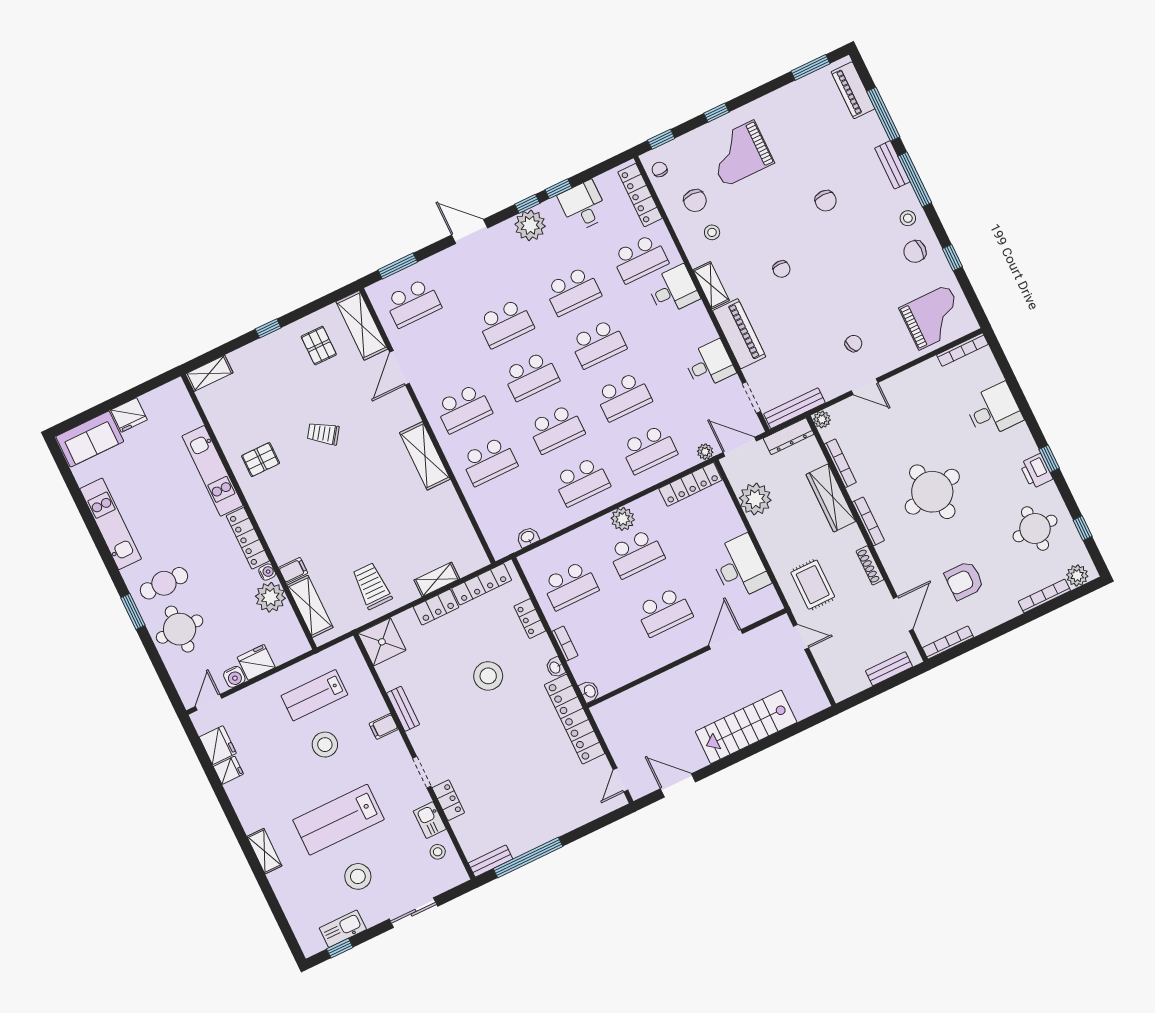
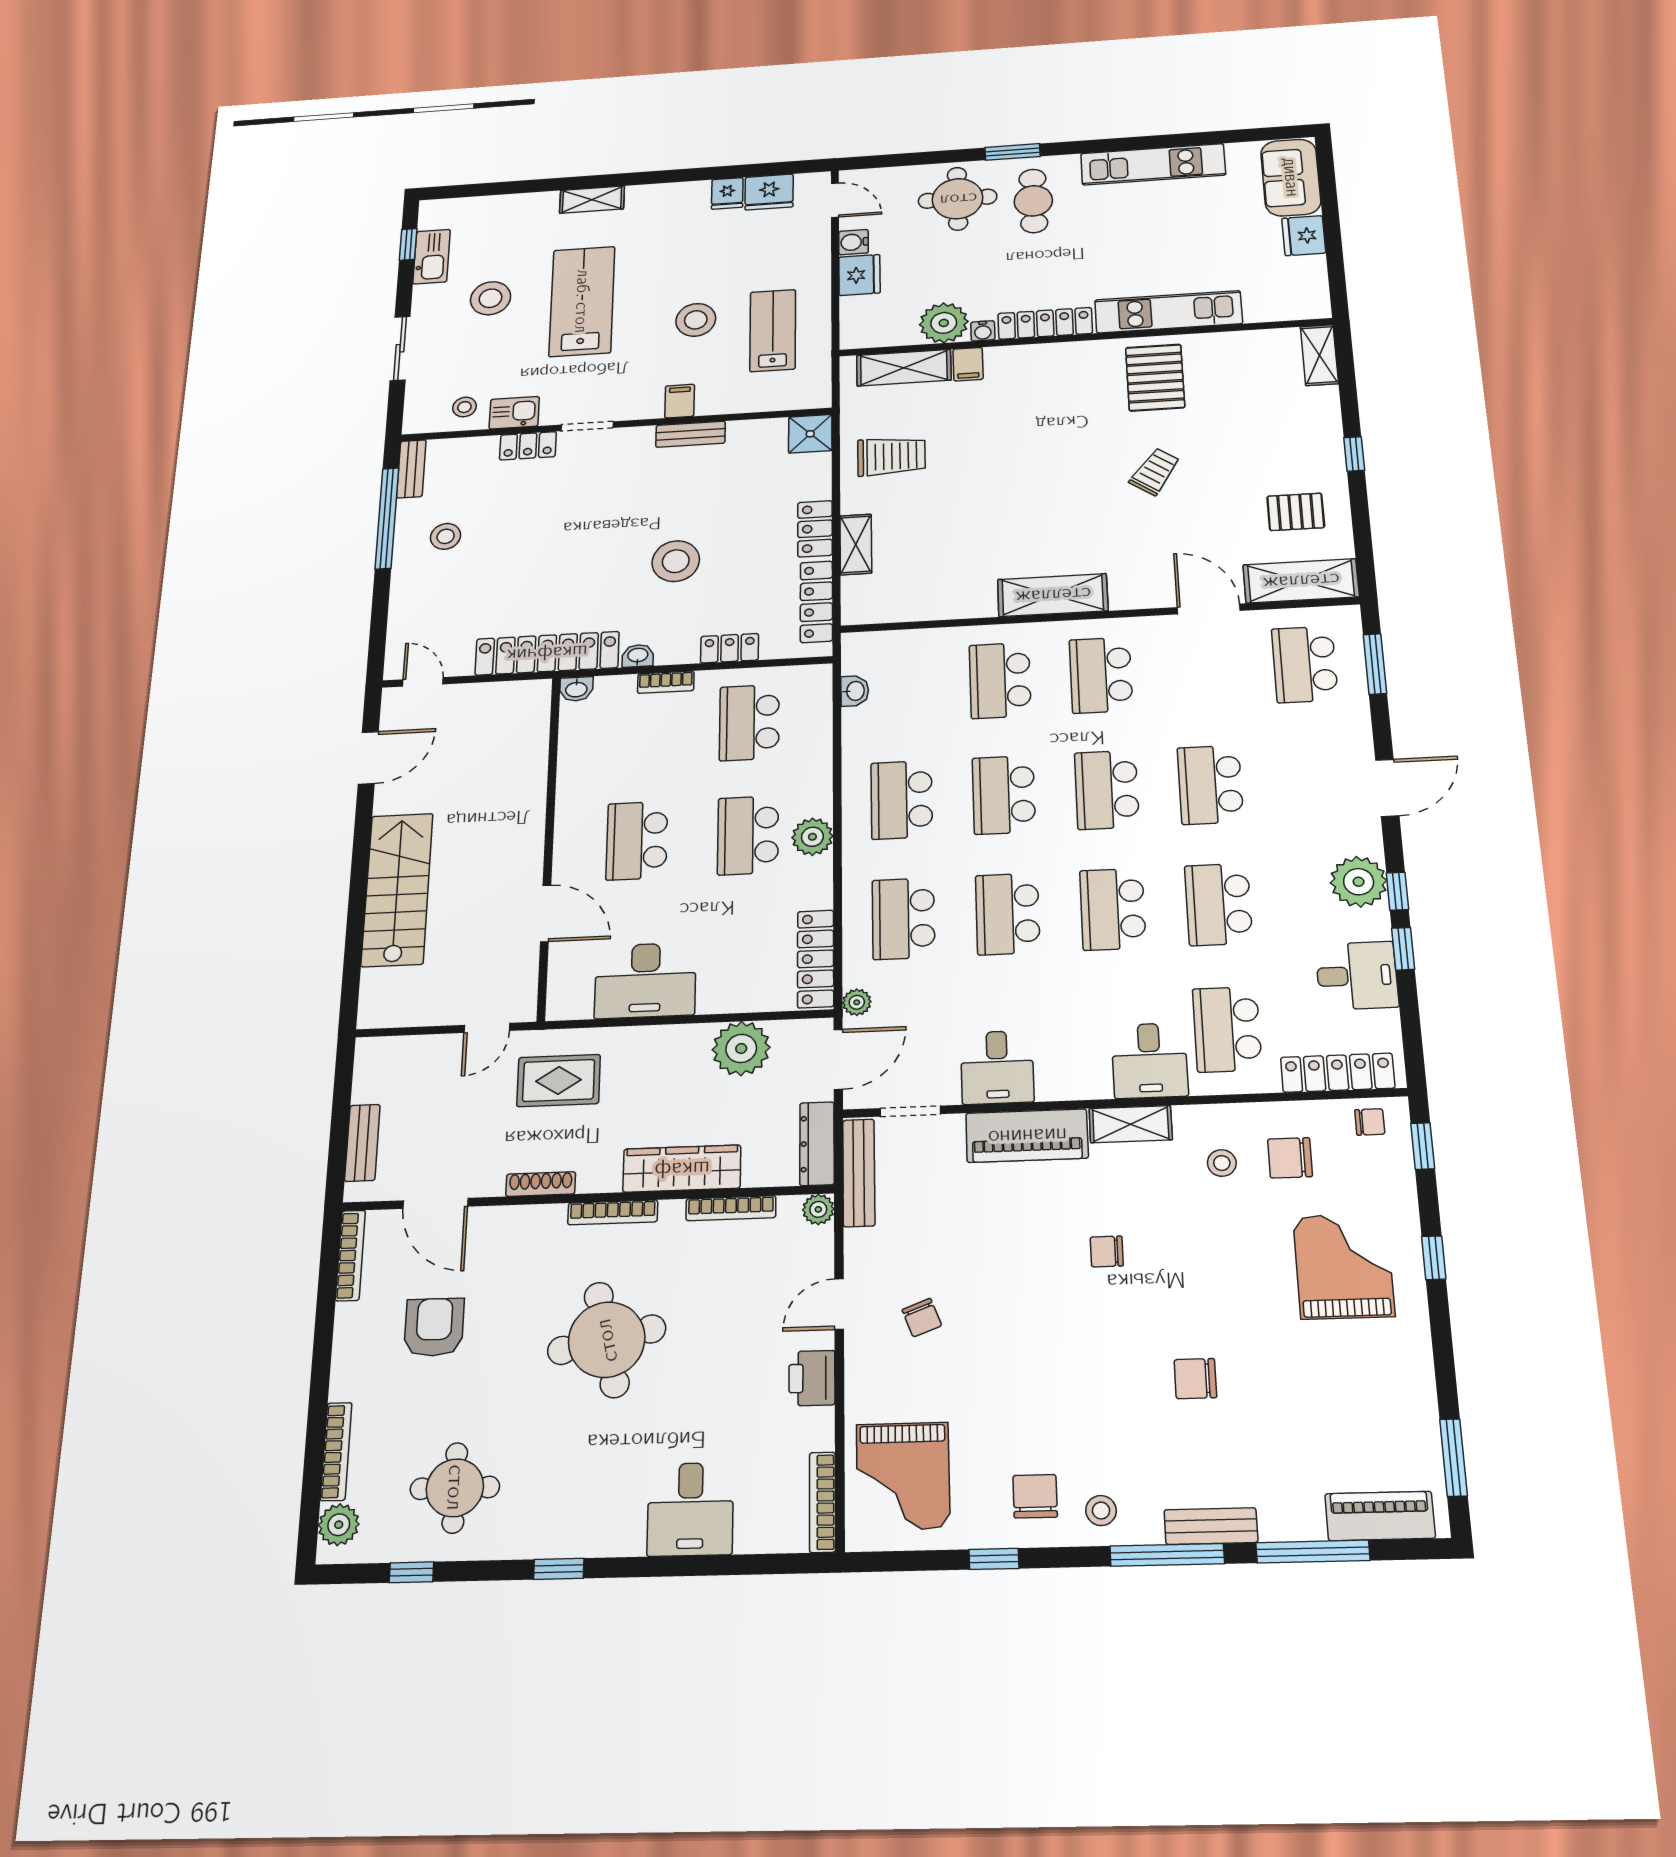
pallet: (261, 460) -> (1155, 378), width x1.50, depth x1.42
printer: (1036, 471) -> (812, 1378), moved, turned -90
shower: (382, 642) -> (810, 434), width x0.73, depth x0.73
stool: (526, 817) -> (446, 536), added

